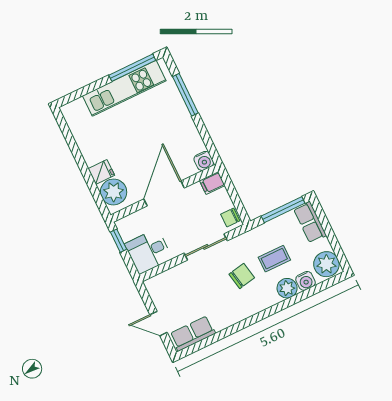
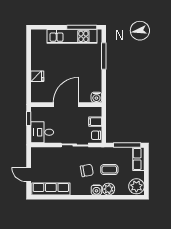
filing cabinet: (212, 183) -> (95, 122), moved
plant: (114, 192) -> (39, 90), removed
water cooler: (306, 281) -> (96, 190), moved
row of seats: (193, 333) -> (51, 189), width x1.48

